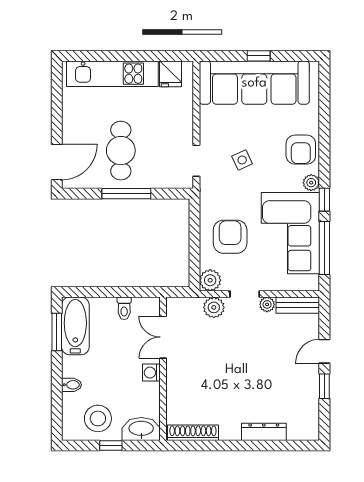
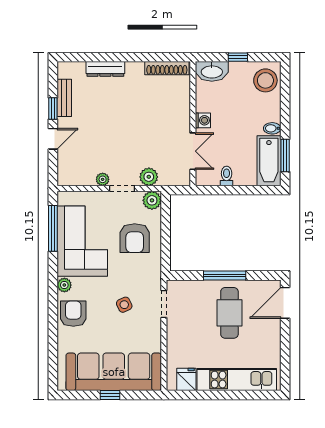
window: (324, 200) -> (53, 270), removed
bench: (298, 305) -> (64, 98), moved, turned 90
bidet: (72, 385) -> (272, 128), moved
stool: (98, 418) -> (265, 80), moved

